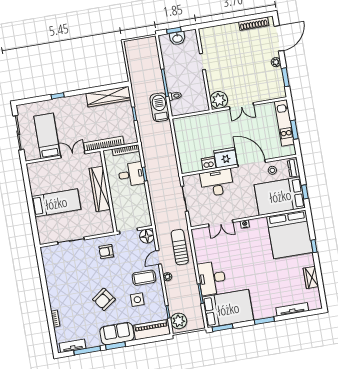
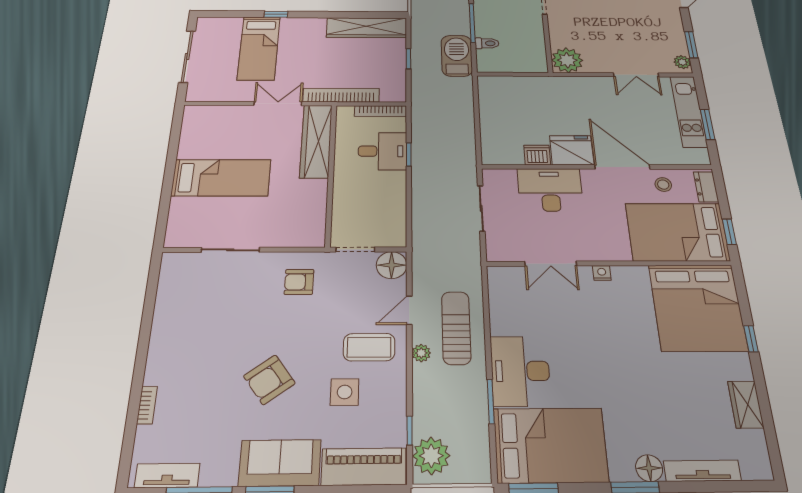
plant: (276, 62) -> (682, 62), moved
double door: (241, 106) -> (636, 75), moved
bed: (47, 136) -> (259, 48), moved, turned 180
wardrobe: (100, 189) -> (316, 141), moved
sun lounger: (180, 247) -> (456, 328), moved
floor lamp: (270, 312) -> (649, 468), added

